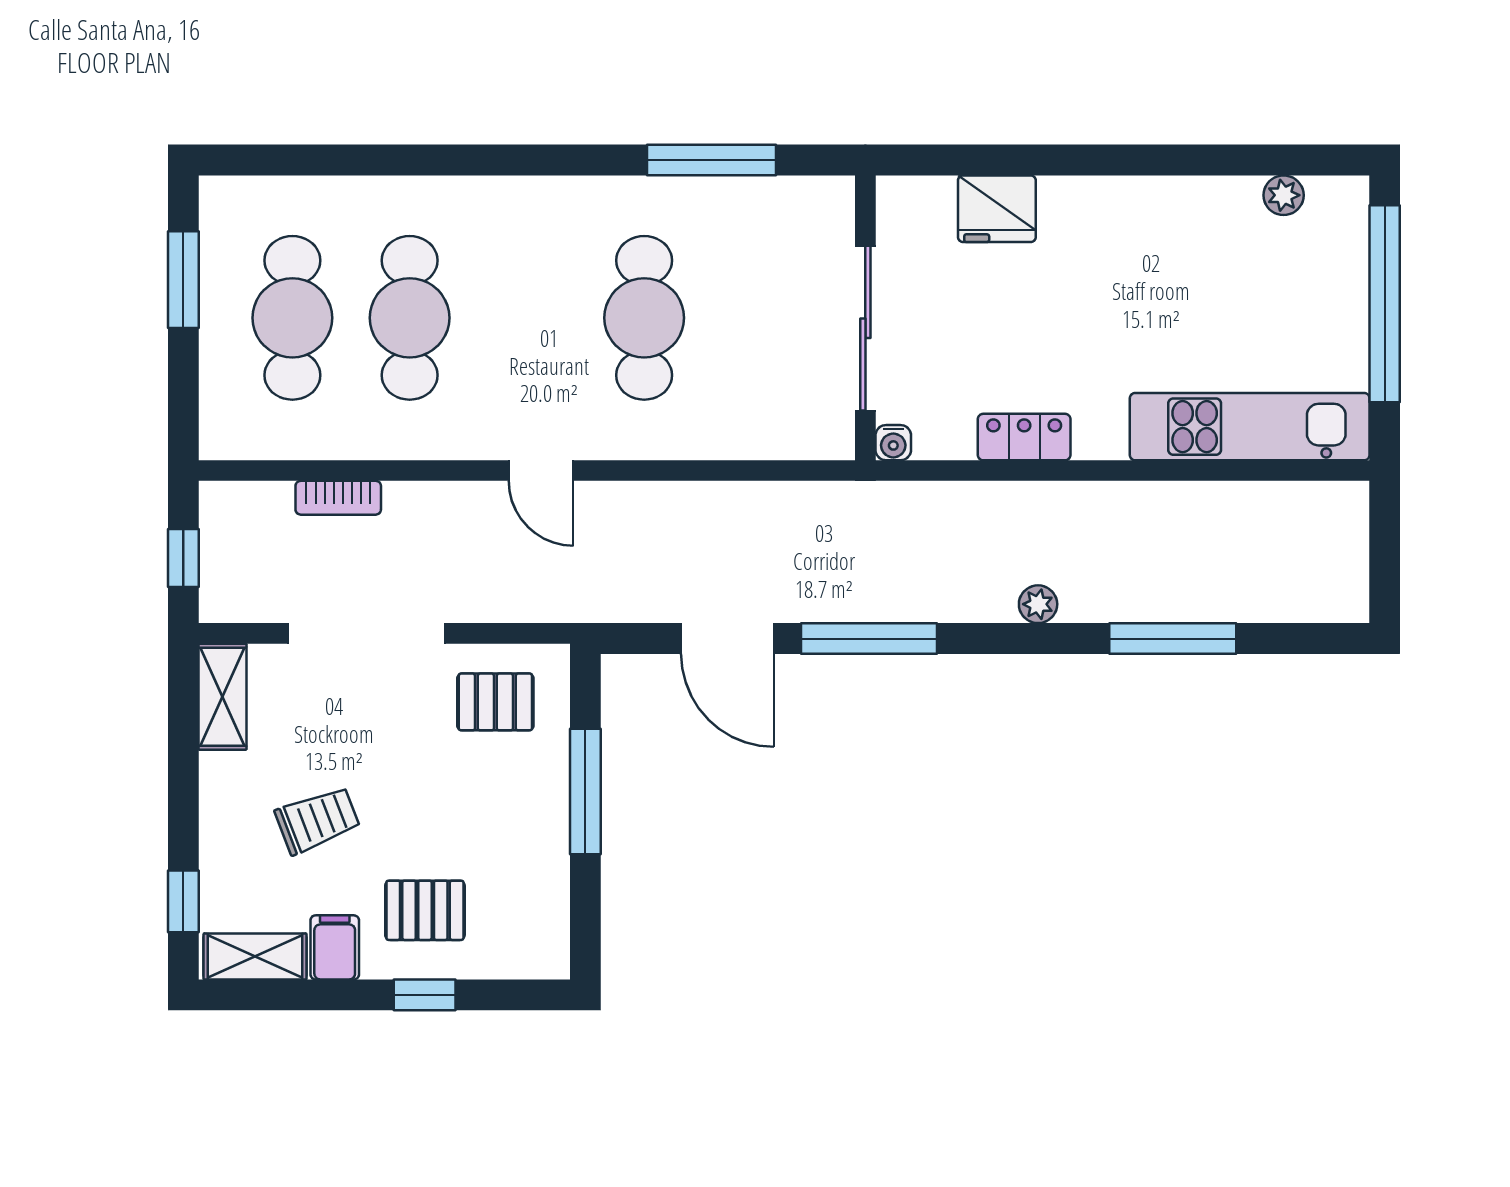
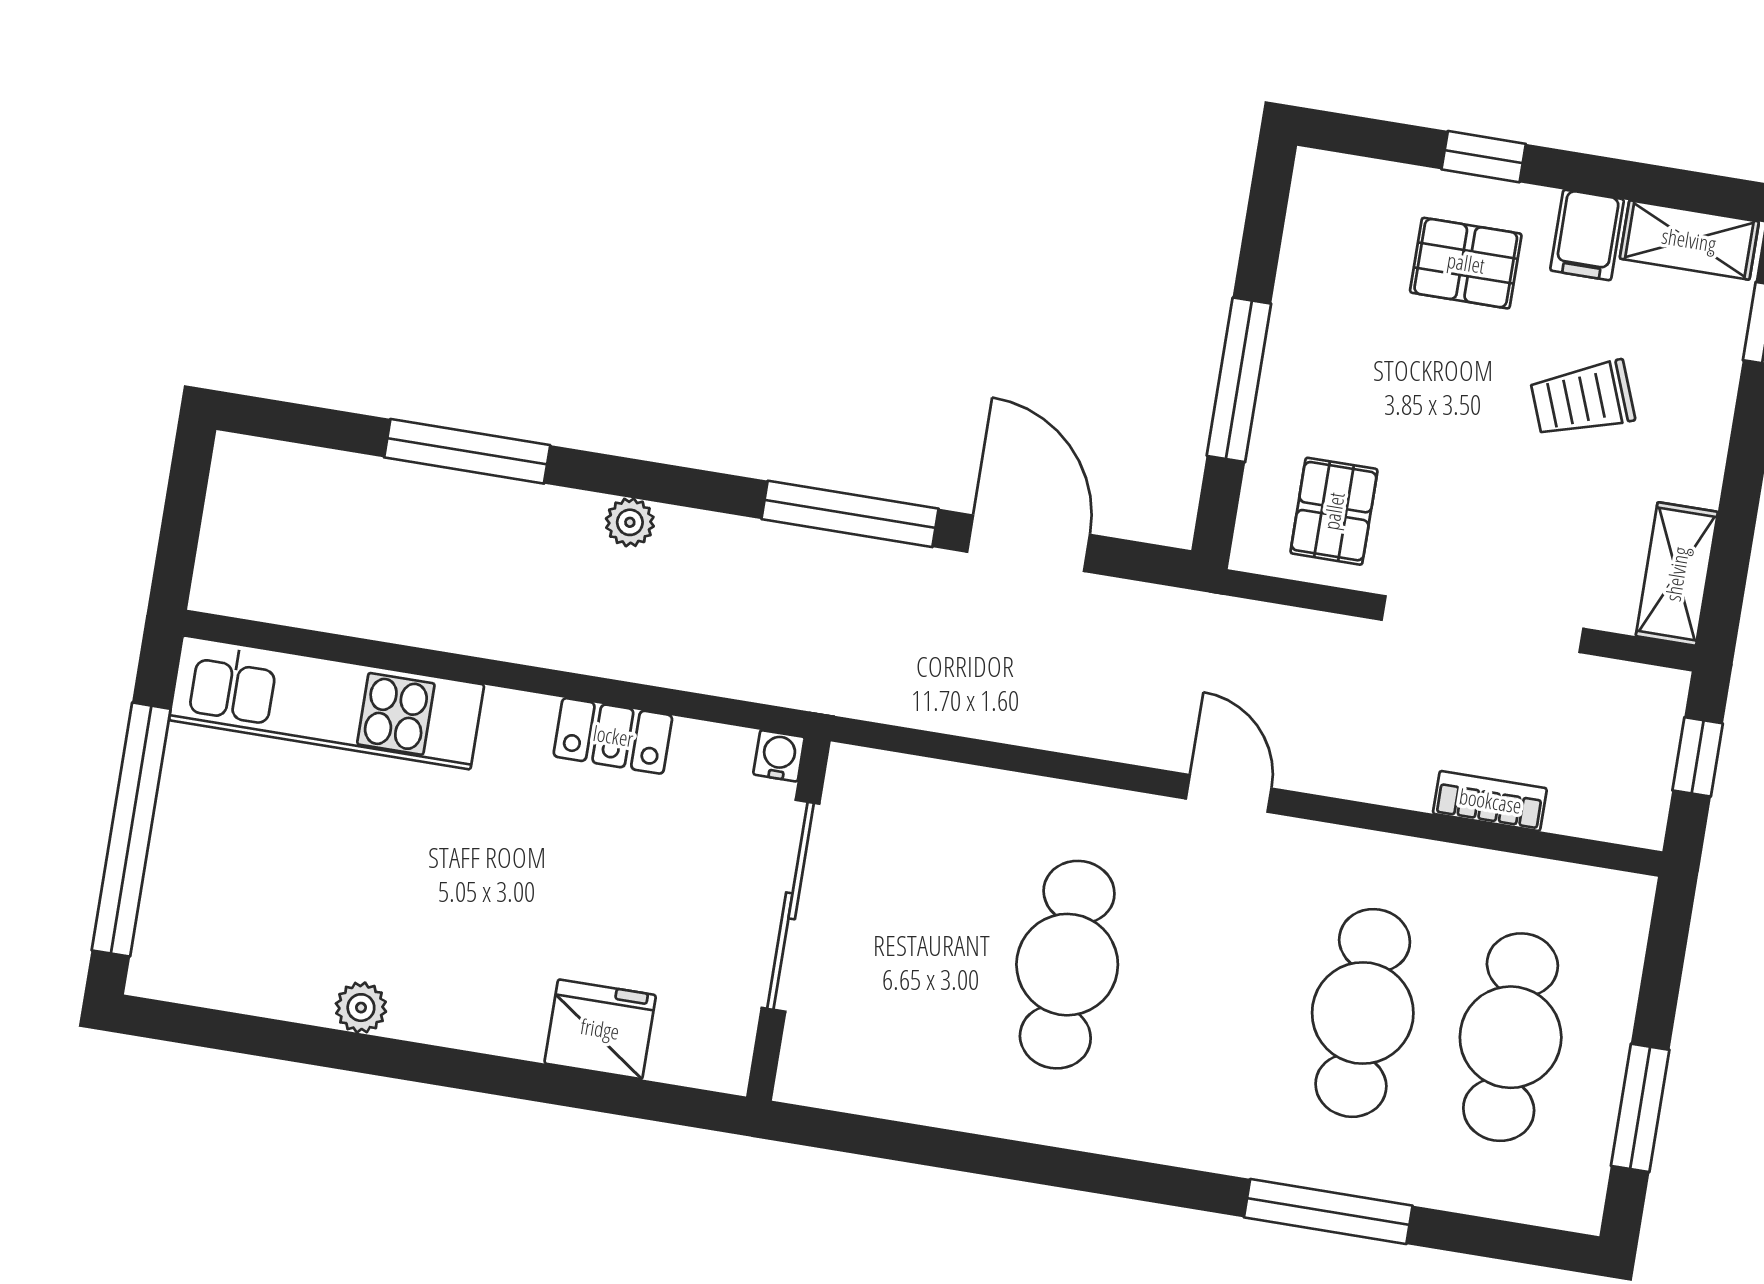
window: (712, 160) -> (1328, 1212), moved
plant: (1284, 195) -> (361, 1008), moved
pallet: (495, 702) -> (1334, 511), turned 90

